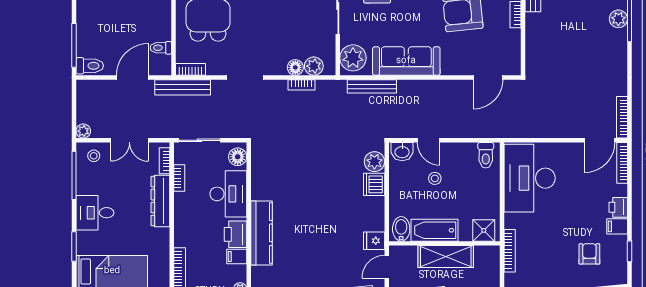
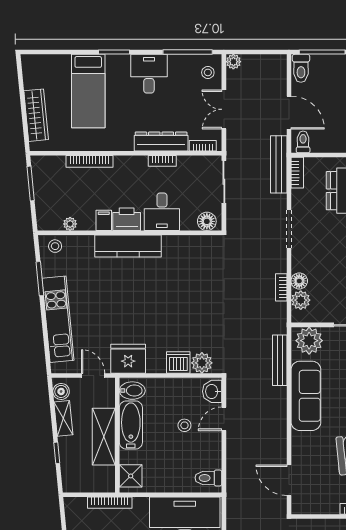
toilet: (161, 48) -> (303, 142), moved
bookcase: (179, 178) -> (162, 161), moved
desk: (228, 194) -> (162, 212), width x0.73
fridge: (374, 241) -> (128, 359), width x1.88, depth x1.34

